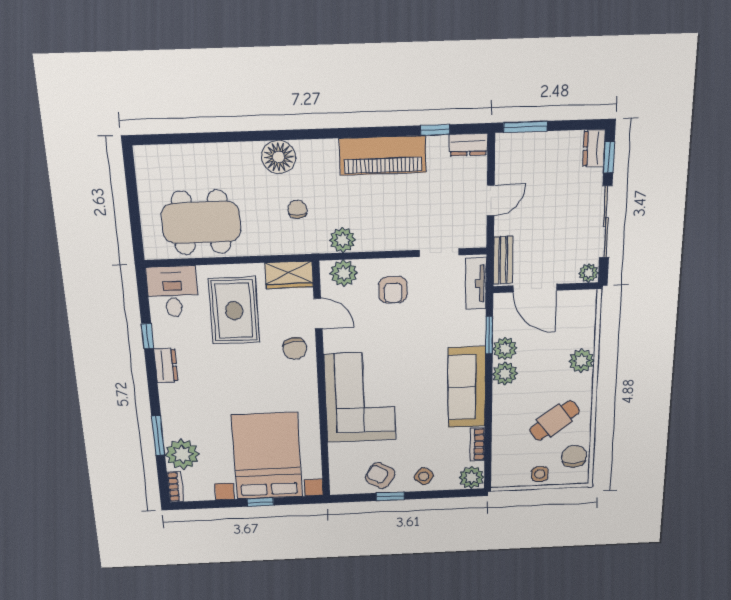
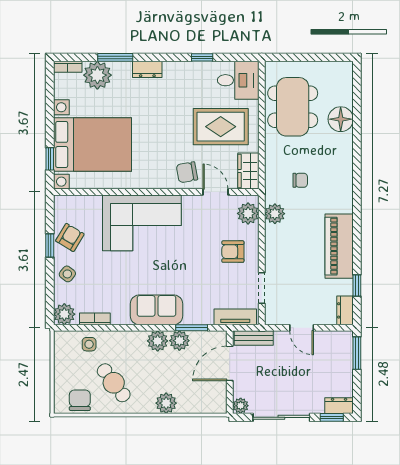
floor lamp: (279, 157) -> (341, 119), moved
door: (318, 314) -> (215, 192), swing flipped
dresser: (166, 365) -> (147, 69), moved
sofa: (467, 387) -> (156, 310), width x0.73
chair: (574, 456) -> (80, 400), turned -90
side table: (540, 474) -> (89, 344), moved
window: (260, 502) -> (50, 159), moved

